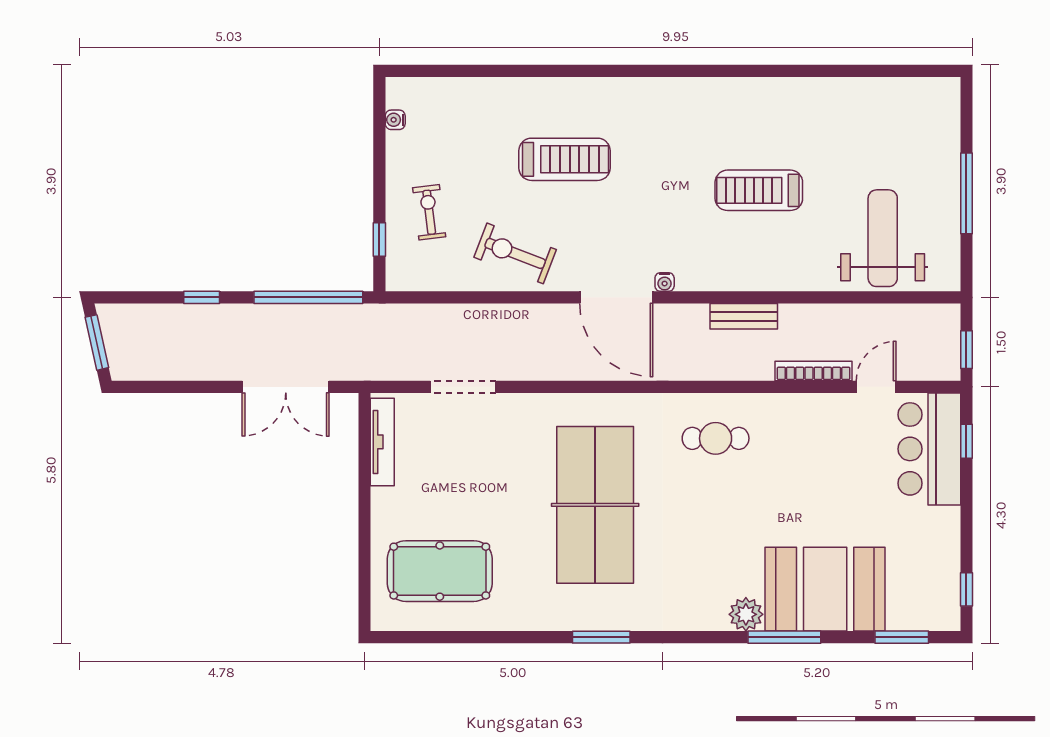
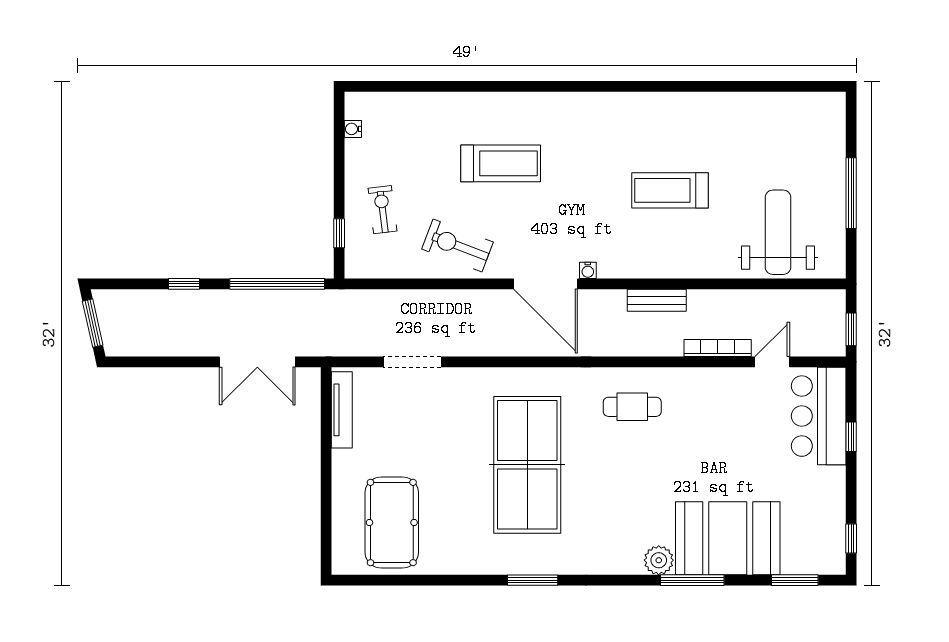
window: (966, 441) -> (851, 437), moved
pool table: (440, 571) -> (392, 523), turned 90

